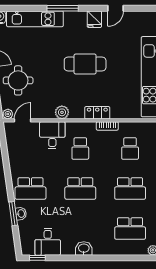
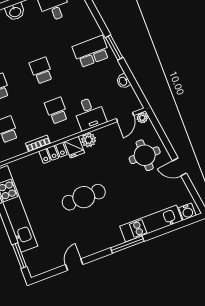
fridge: (94, 19) -> (74, 147), moved, turned 180
school desk: (80, 188) -> (41, 71), width x0.54
window: (13, 214) -> (114, 47), moved
washbasin: (21, 214) -> (123, 81), moved

